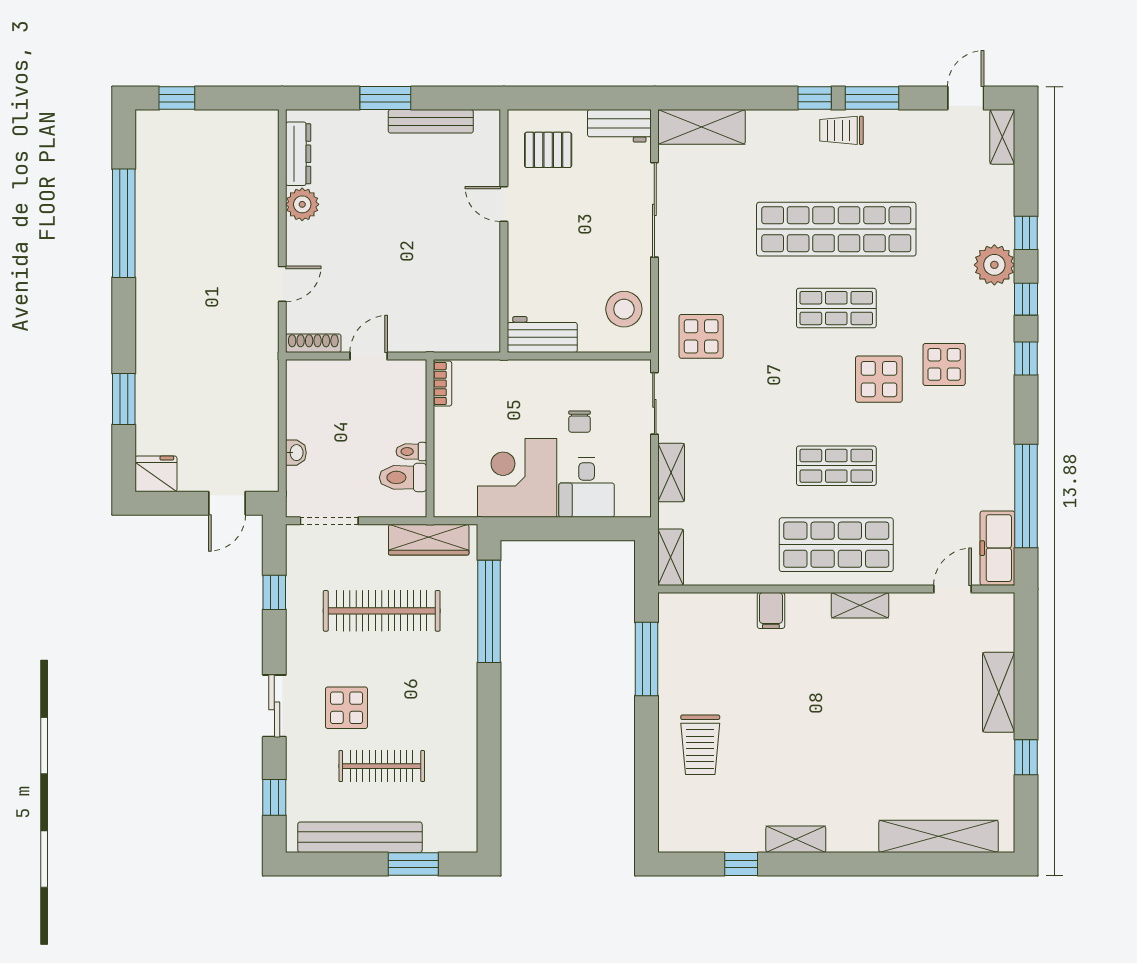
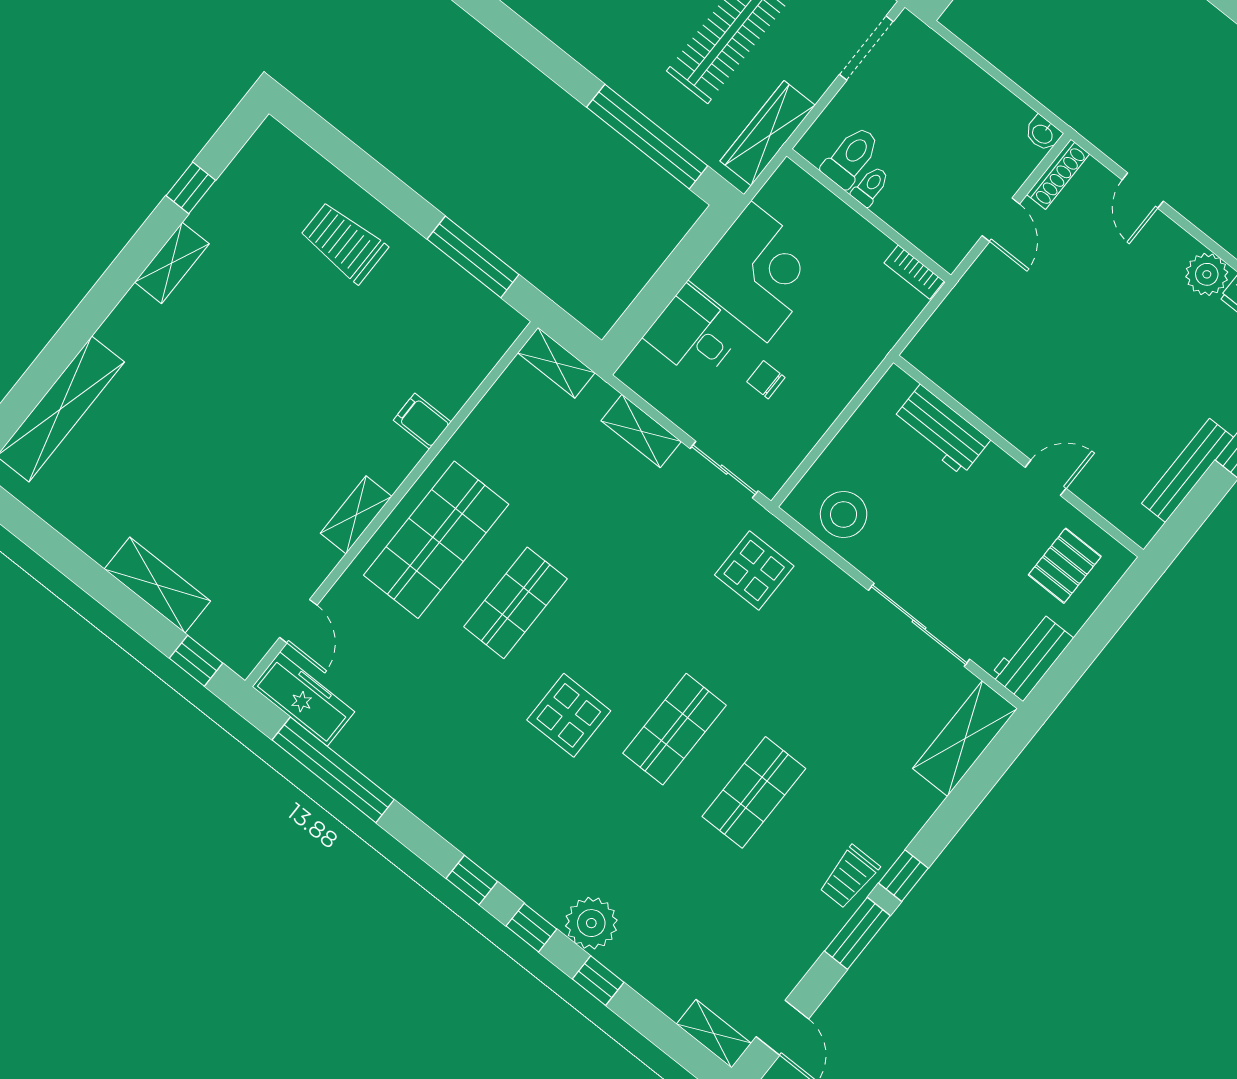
trolley: (841, 130) -> (849, 877), turned 180
shop shelf: (836, 229) -> (754, 792), width x0.50, depth x0.74
workbench: (542, 335) -> (941, 430), moved, turned 90
display table: (944, 364) -> (531, 793), removed
washbasin: (296, 453) -> (1043, 134), moved
window: (1026, 757) -> (196, 661), moved

